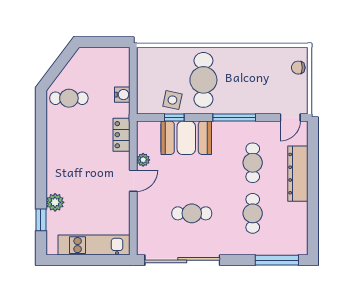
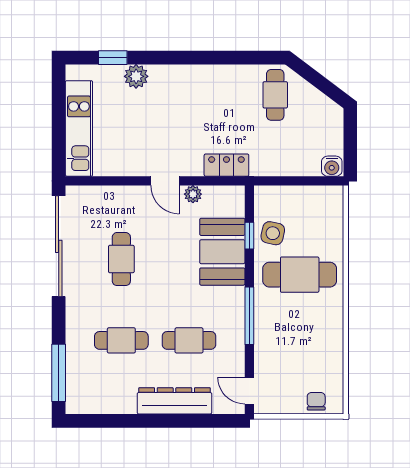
water cooler: (122, 95) -> (332, 166), moved

